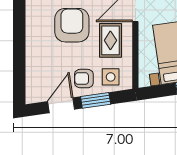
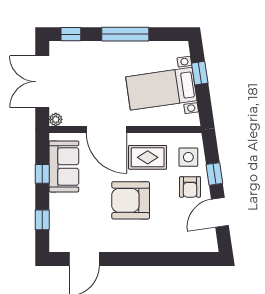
window: (96, 100) -> (214, 174), width x0.67
door: (61, 105) -> (220, 212), hinge flipped

